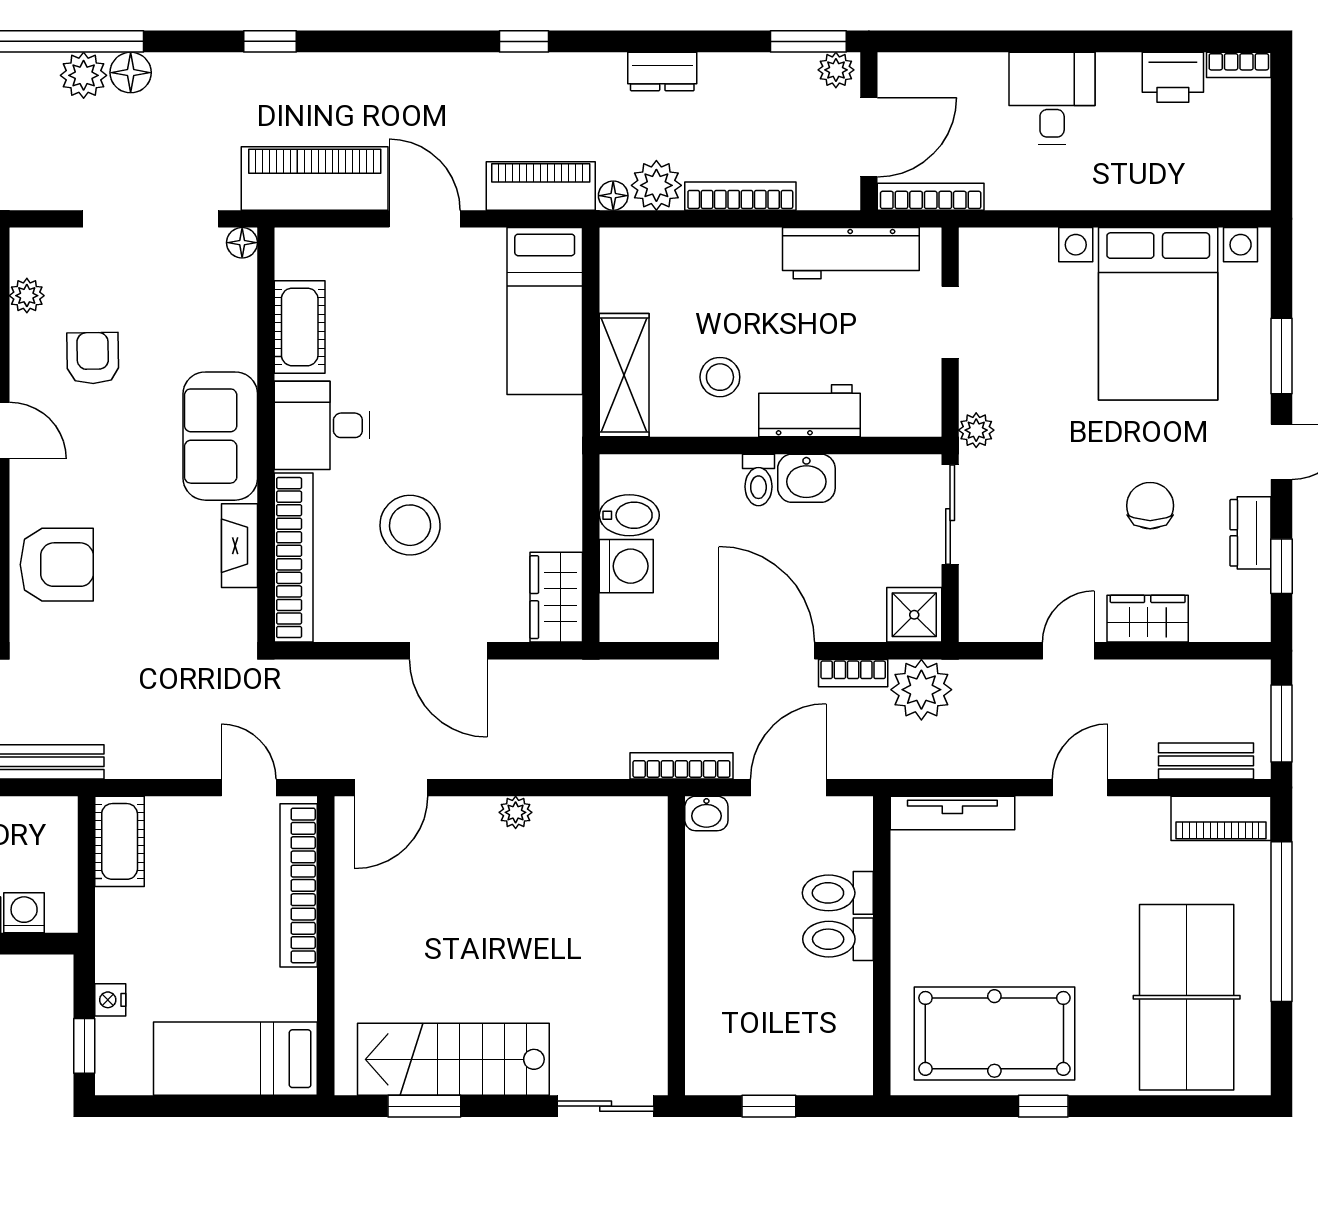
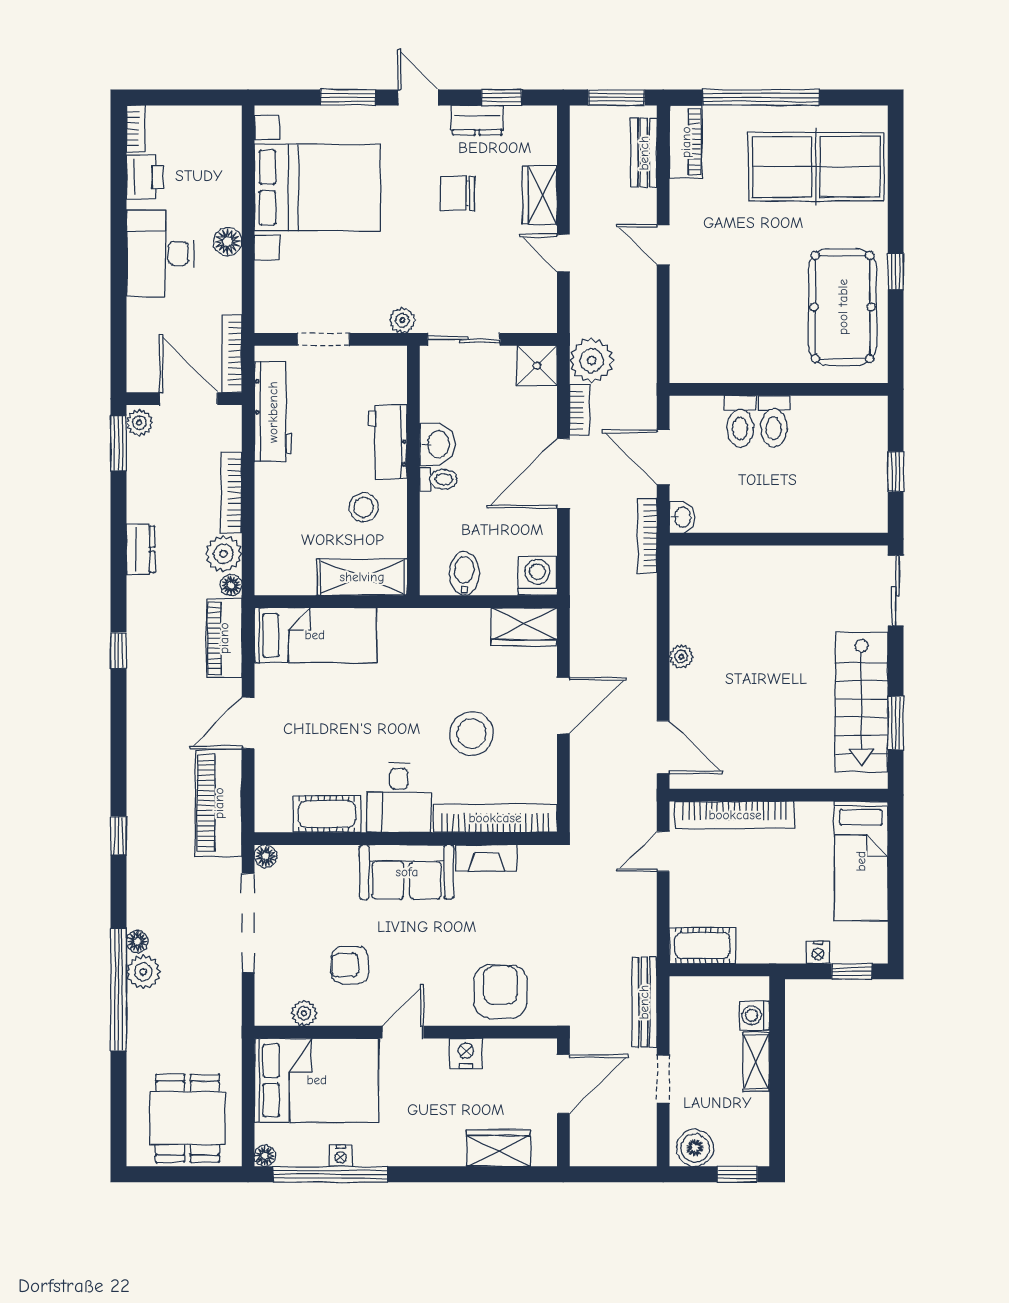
floor lamp: (131, 73) -> (137, 942), width x0.73, depth x0.73
desk: (1052, 98) -> (160, 253), width x1.37
floor lamp: (1084, 191) -> (228, 242), added
washing machine: (626, 566) -> (537, 576), moved
tv unit: (952, 813) -> (682, 338), removed

